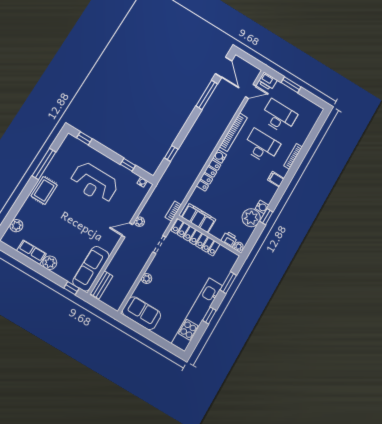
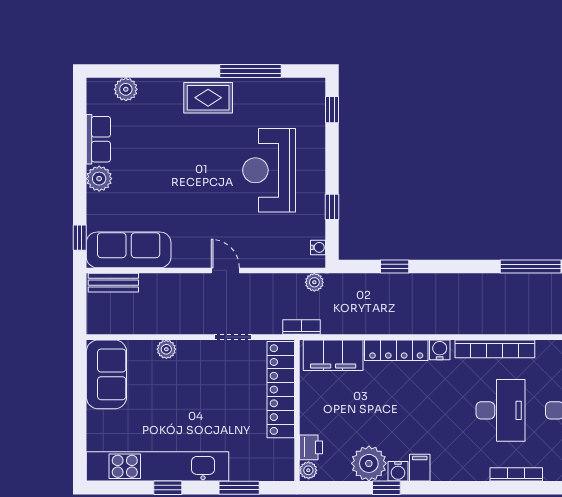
filing cabinet: (276, 179) -> (420, 468), moved
filing cabinet: (199, 218) -> (333, 355), moved, turned 90
plant: (140, 222) -> (314, 282), moved

